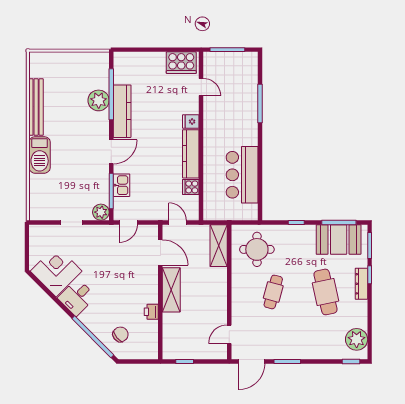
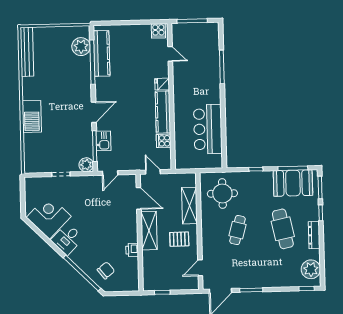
cooker: (181, 63) -> (158, 31), width x0.53, depth x0.76
plant: (99, 100) -> (81, 47), moved
bench: (36, 107) -> (27, 52), moved
kitchen counter: (122, 111) -> (102, 53), moved
shelving: (219, 246) -> (189, 206), moved
dresser: (361, 284) -> (314, 235), moved
pallet: (206, 301) -> (179, 239), added

